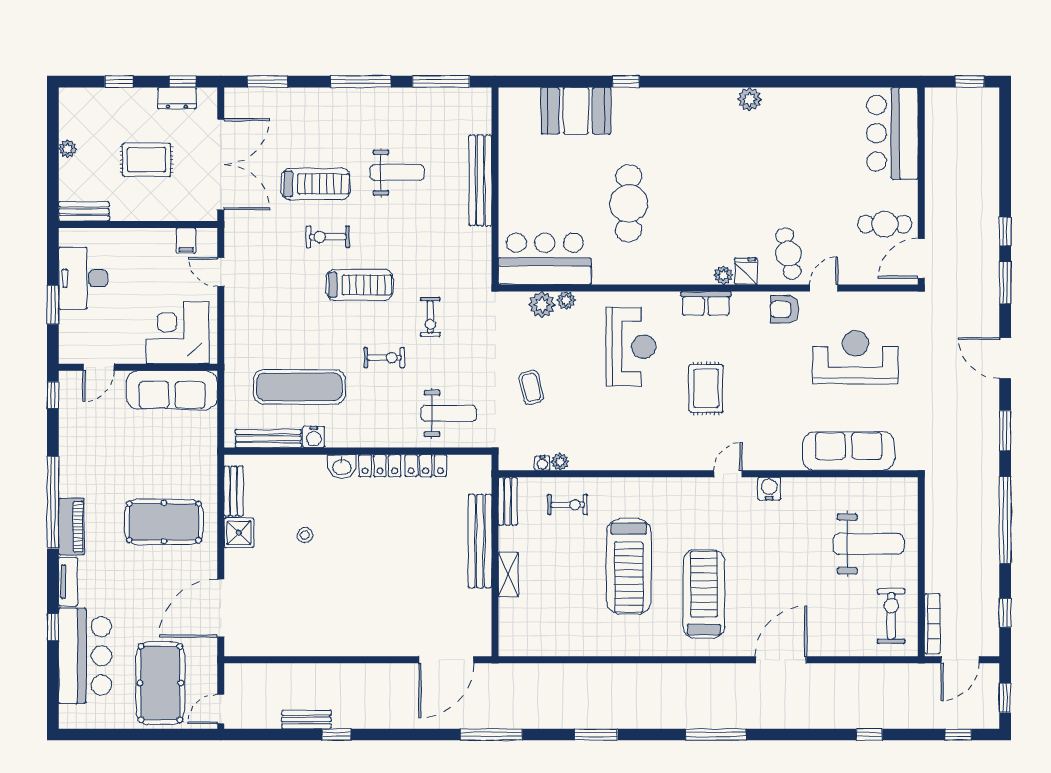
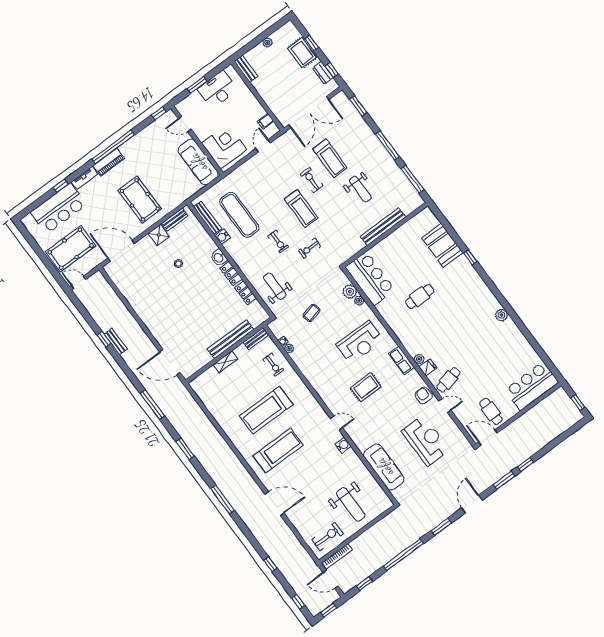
rug: (147, 160) -> (302, 53), moved
cafe table: (629, 203) -> (420, 297), width x0.73, depth x0.74
weight bench: (449, 413) -> (275, 286), turned 180
bench: (306, 719) -> (116, 342), moved

